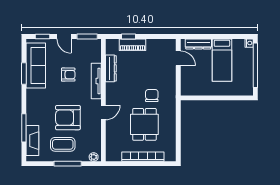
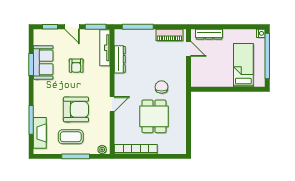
window: (129, 37) -> (138, 27), width x2.17
piano: (133, 45) -> (169, 35), moved
bed: (222, 60) -> (243, 65), moved, turned 180
sofa: (36, 66) -> (43, 62), width x0.73
armchair: (68, 75) -> (76, 66), turned 90
tv unit: (96, 81) -> (105, 48), moved
armchair: (68, 118) -> (76, 109), turned 180
bookcase: (143, 157) -> (136, 149), moved

